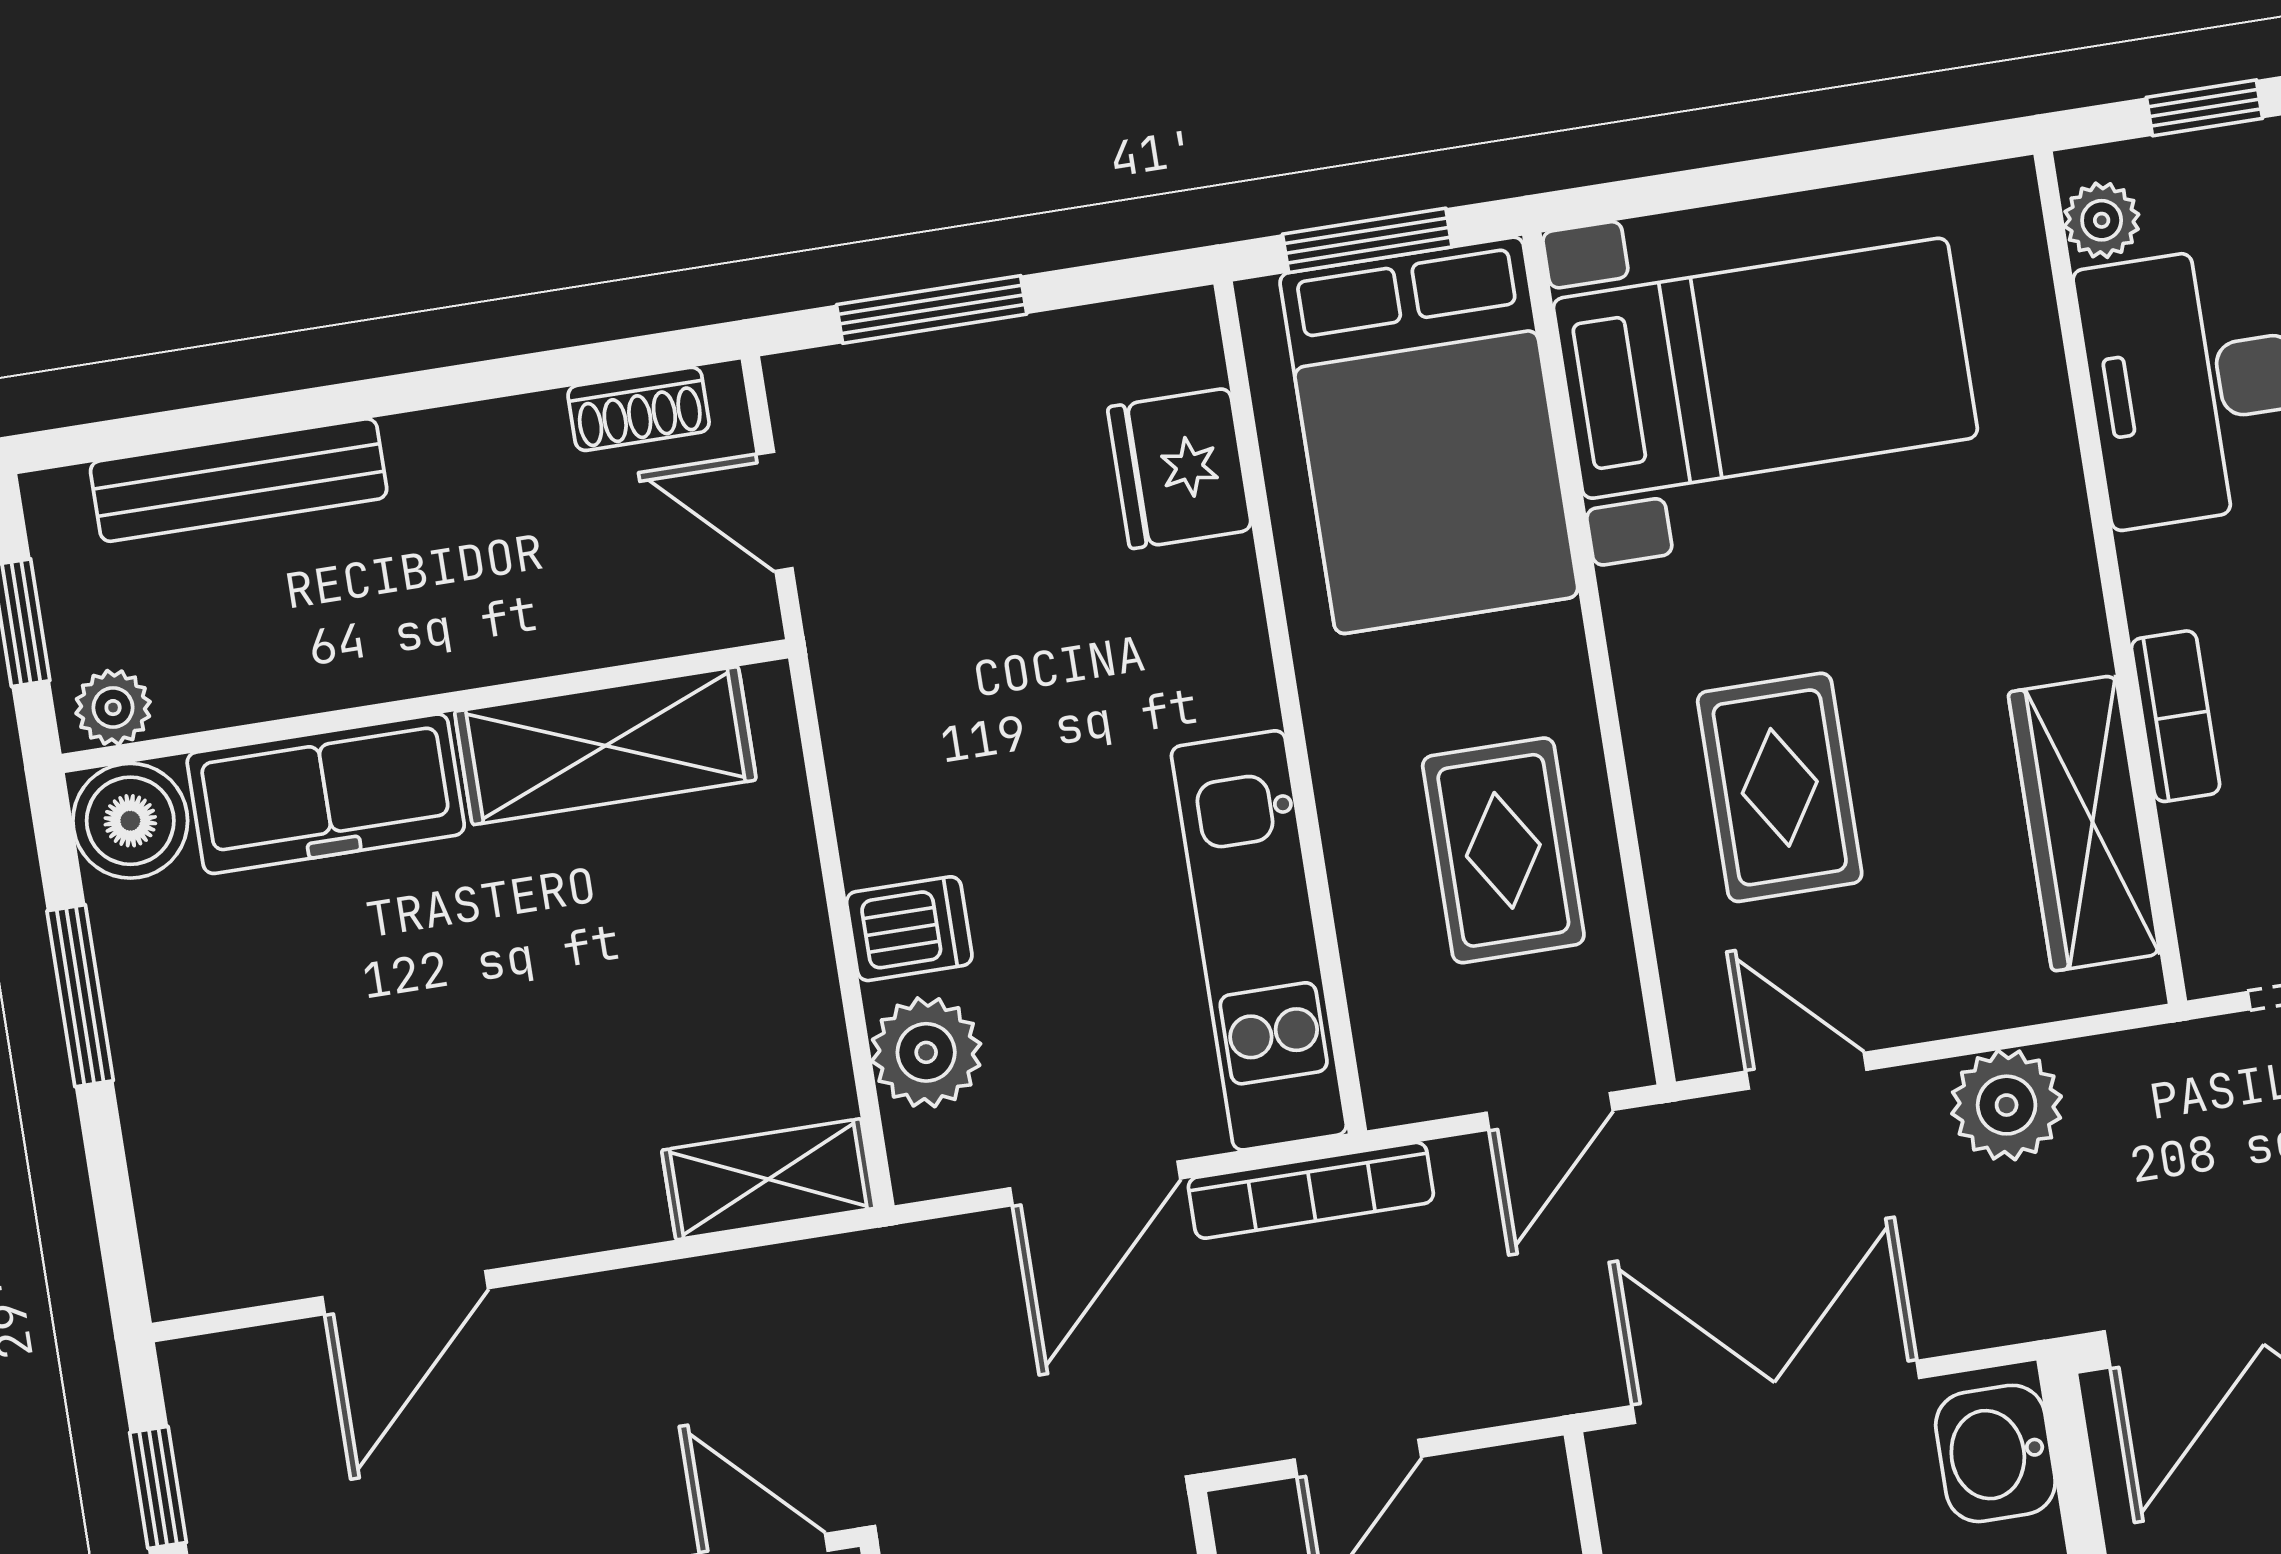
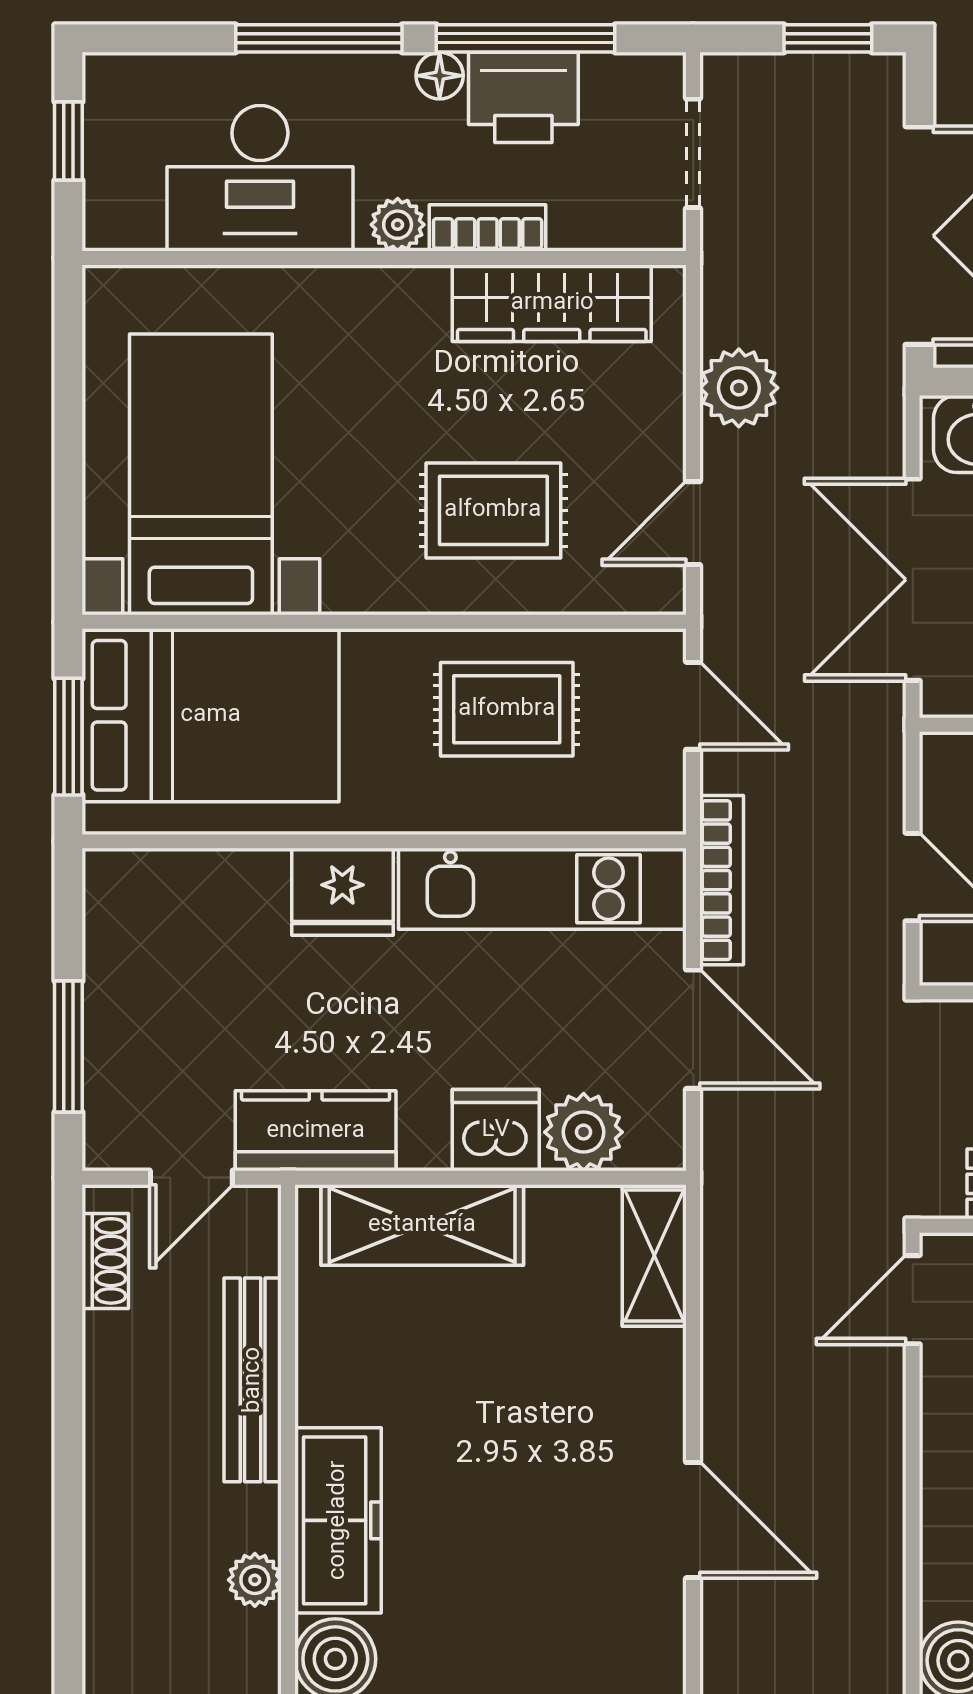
plant: (2102, 220) -> (398, 225), moved
fridge: (1180, 468) -> (342, 892), moved
bench: (239, 480) -> (253, 1380), moved
kitchen counter: (868, 676) -> (316, 1131), added
plant: (113, 708) -> (255, 1580), moved
shelving: (605, 746) -> (422, 1225), moved, turned 90
dishwasher: (909, 929) -> (496, 1130), width x1.38

